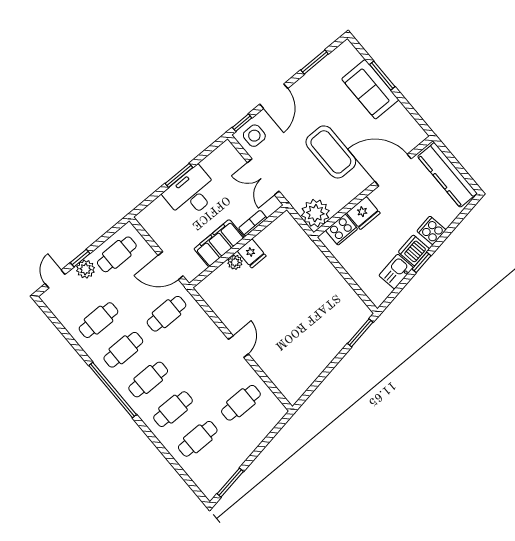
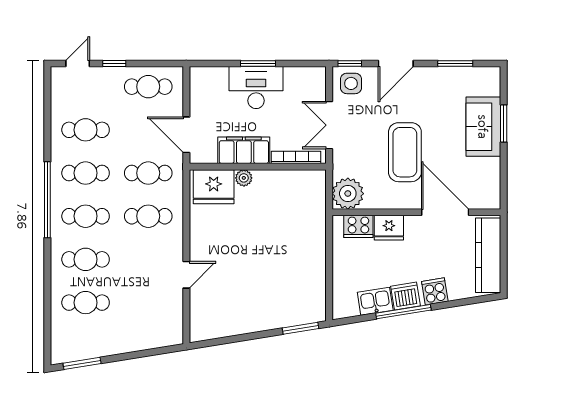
bookcase: (253, 223) -> (296, 157), width x1.56
fridge: (252, 253) -> (214, 187), moved, width x1.88, depth x1.34
window: (422, 262) -> (403, 312), width x2.17
plant: (85, 269) -> (111, 77), removed
door: (238, 347) -> (186, 275), moved
cafe table: (241, 403) -> (148, 216), moved

